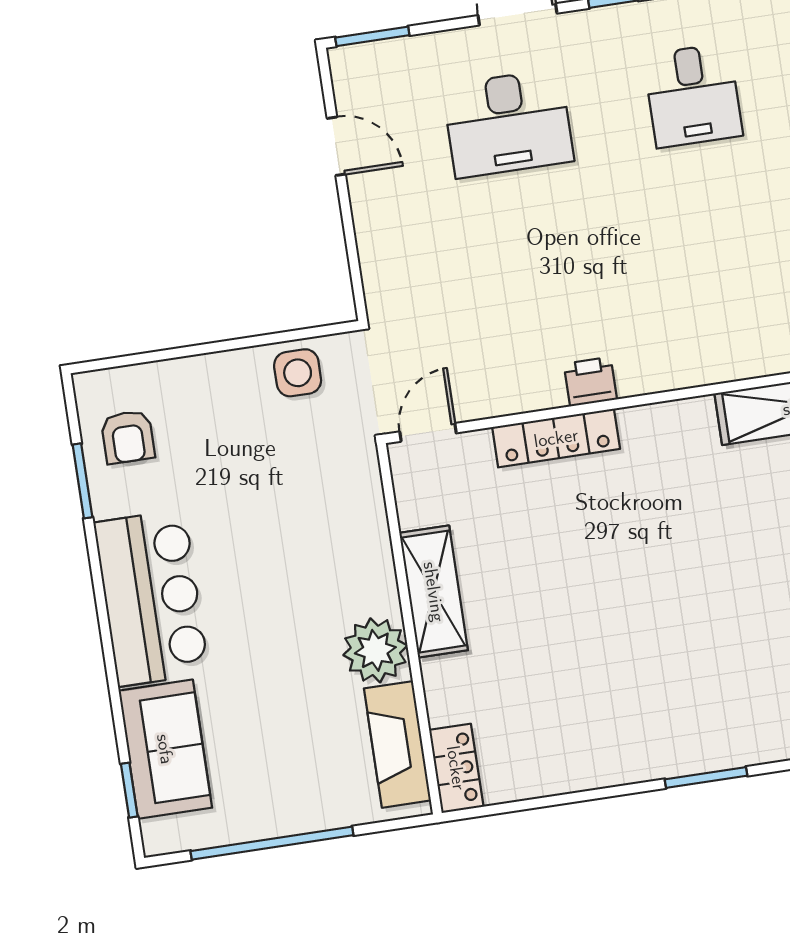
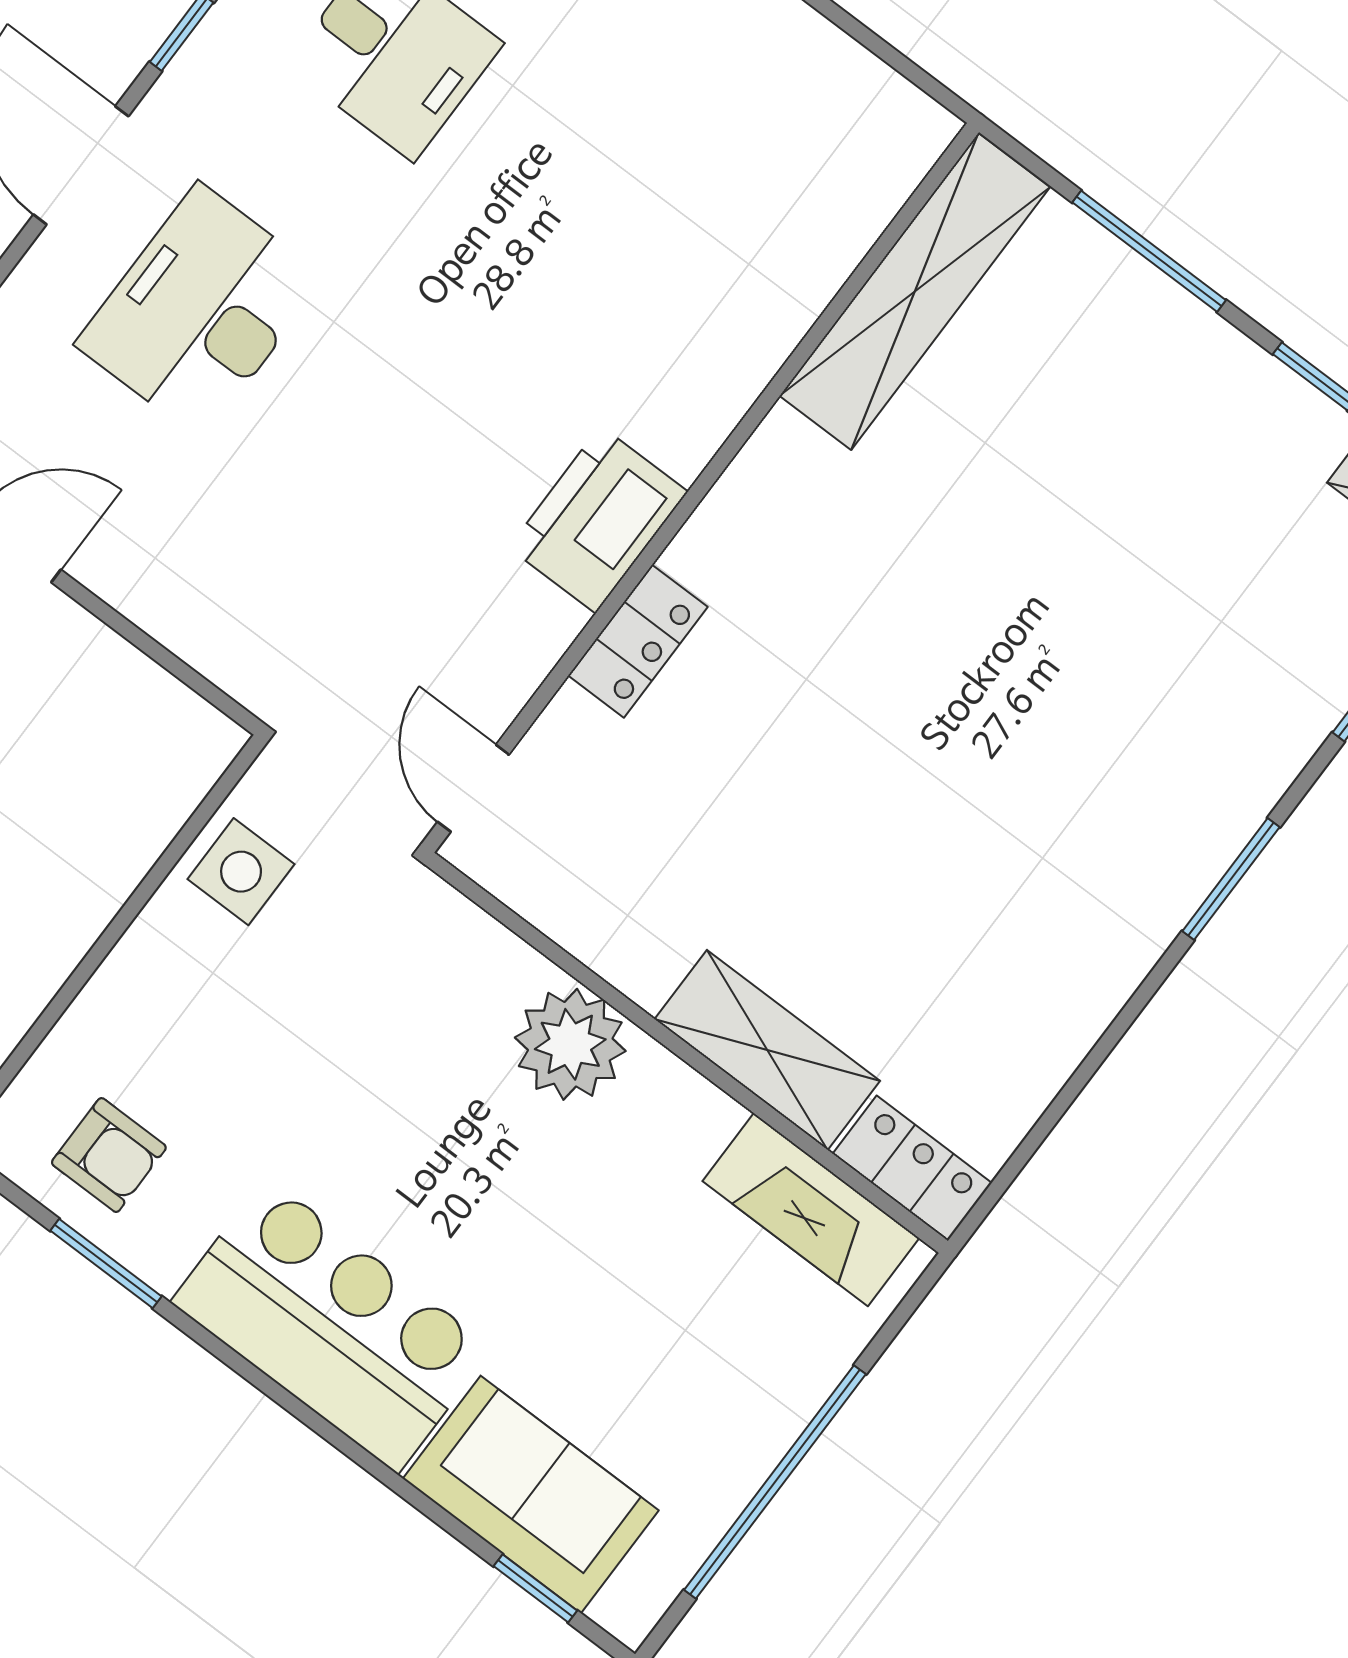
desk: (508, 123) -> (200, 311), turned 180
printer: (590, 382) -> (598, 520), width x1.87, depth x1.48
locker: (556, 438) -> (638, 641), width x0.66
shelving: (434, 592) -> (767, 1050), moved
plant: (375, 650) -> (570, 1044), moved

